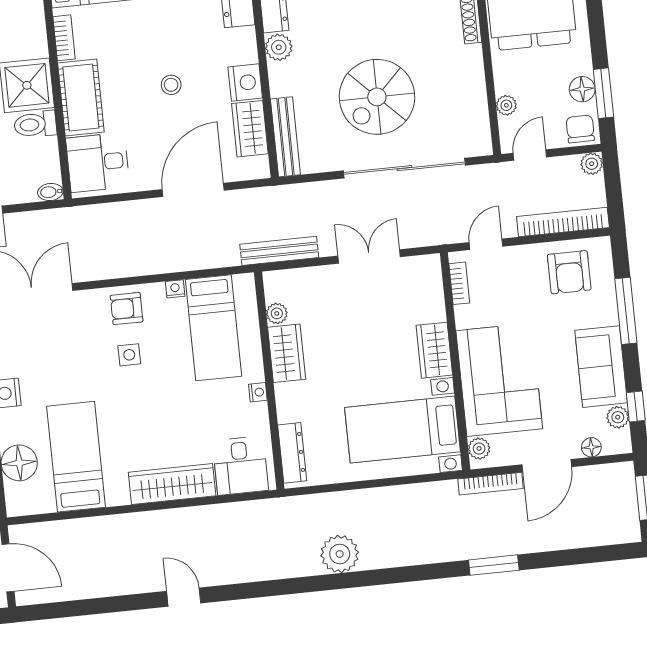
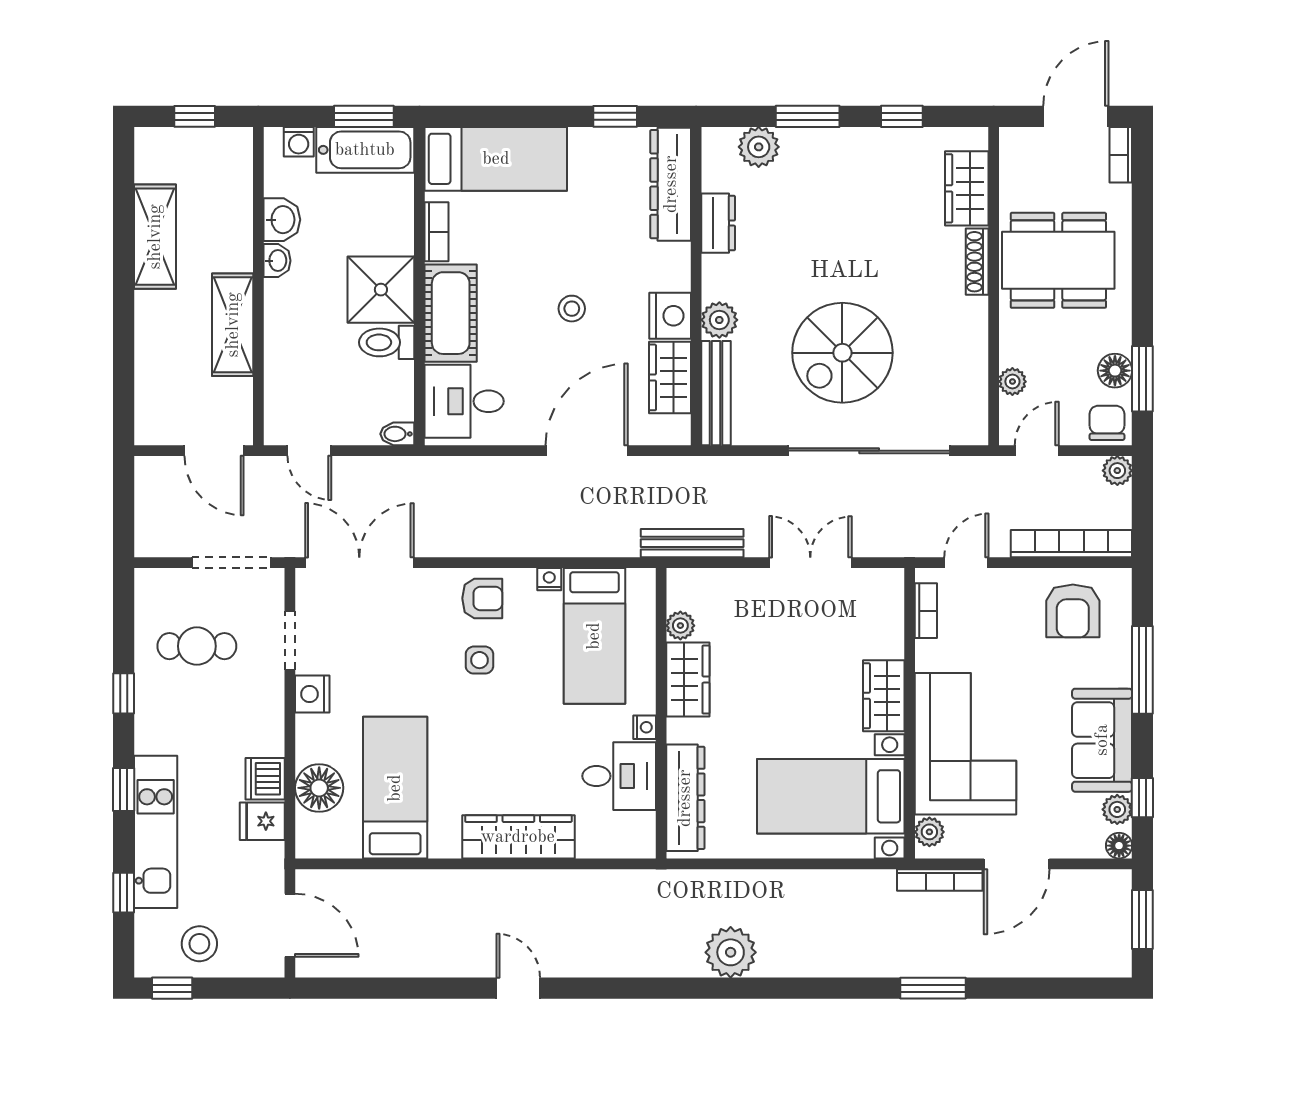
plant: (279, 47) -> (719, 320), moved
armchair: (127, 309) -> (482, 598), turned 180
floor lamp: (591, 447) -> (1119, 846), moved
dresser: (292, 453) -> (685, 798), width x1.37, depth x1.24
desk: (240, 466) -> (619, 776), moved, turned -90

